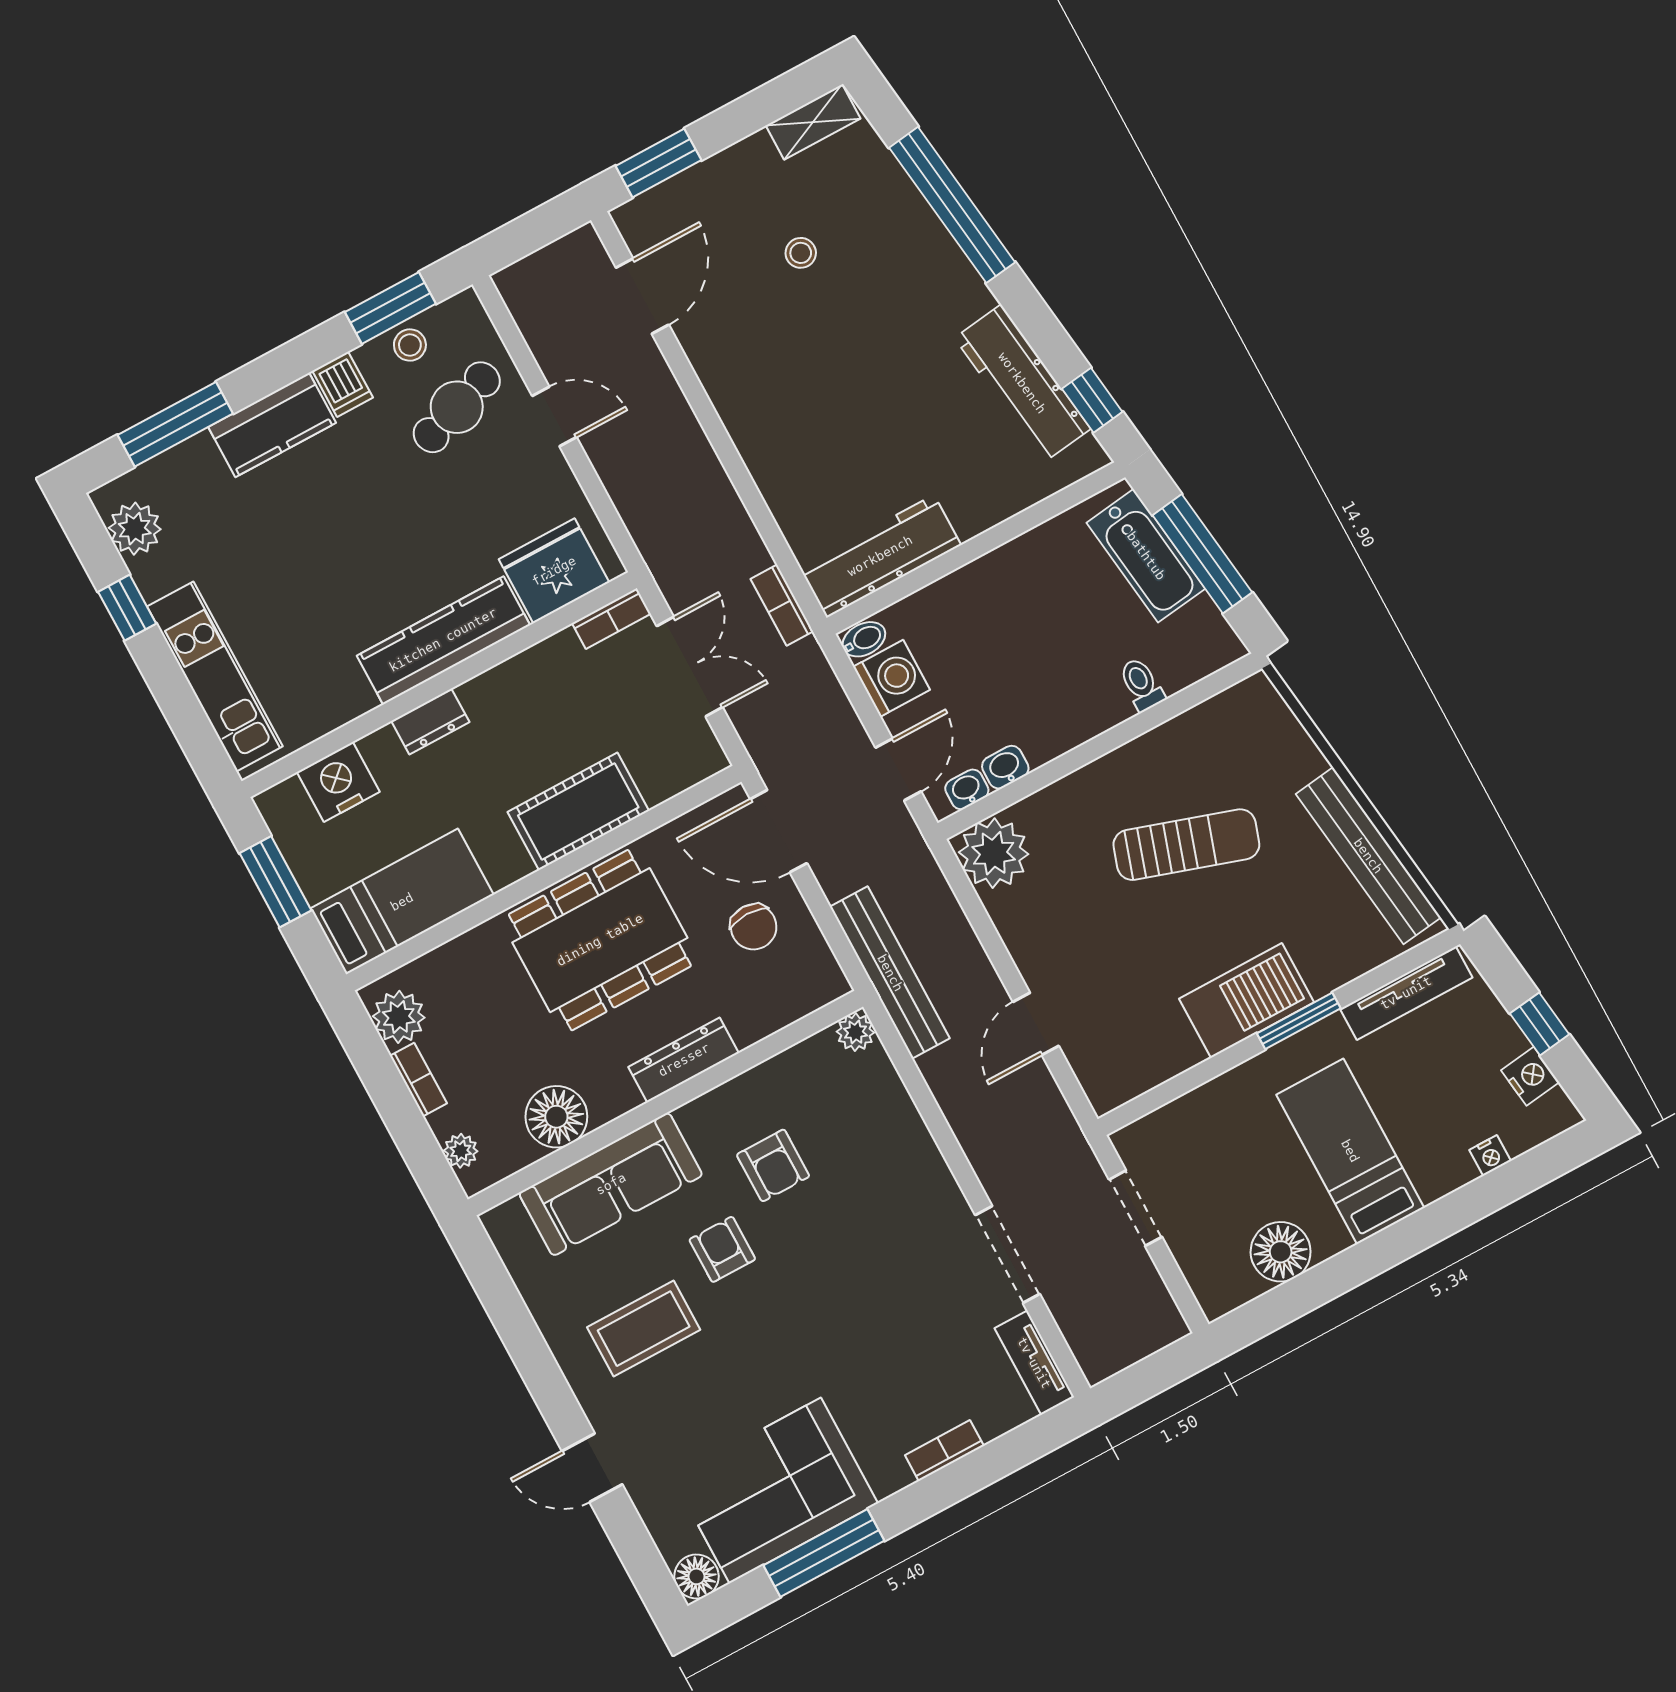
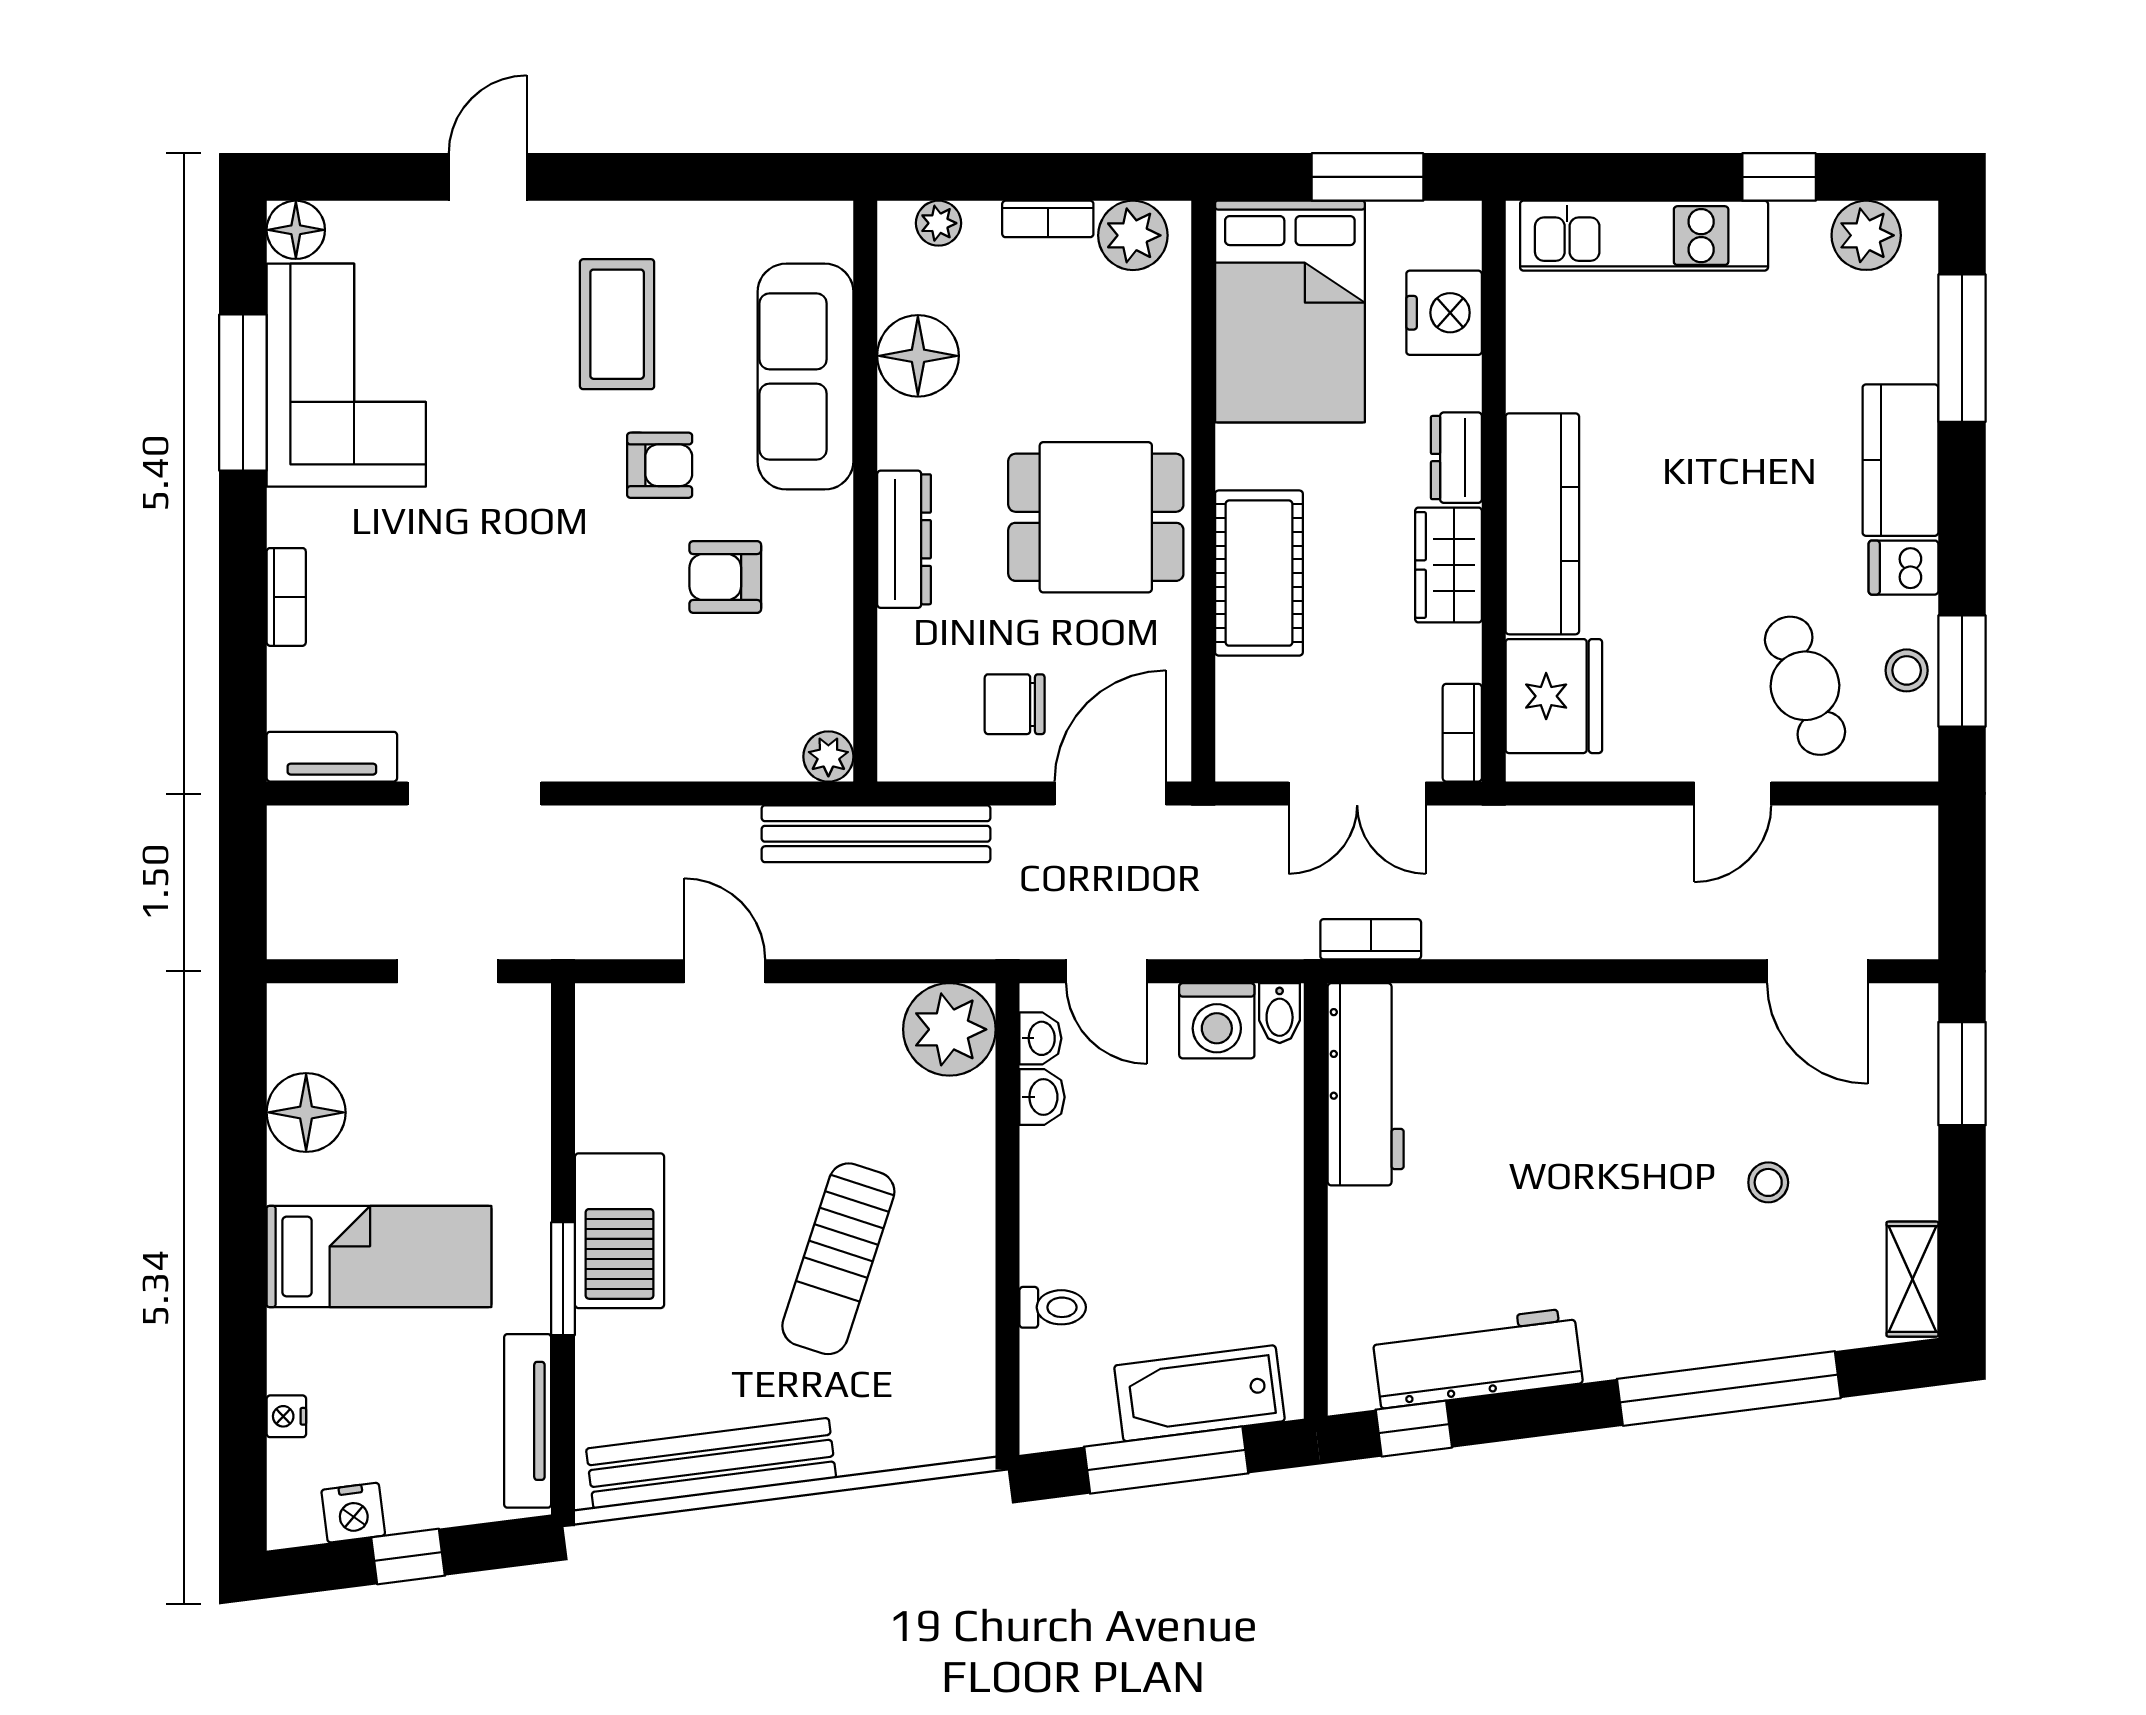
wardrobe: (505, 688) -> (1449, 565), added
bed: (402, 902) -> (1290, 312), width x1.50
dining table: (600, 940) -> (1096, 517), width x0.73

